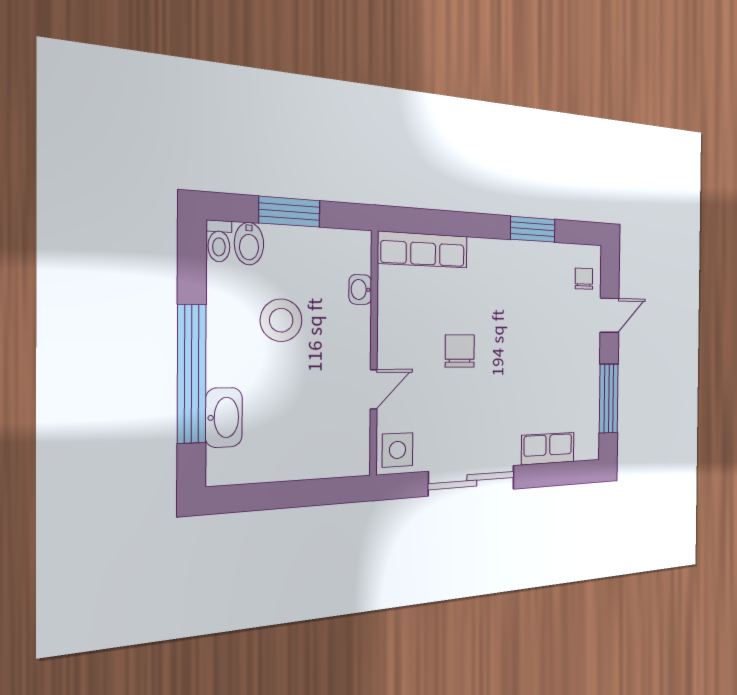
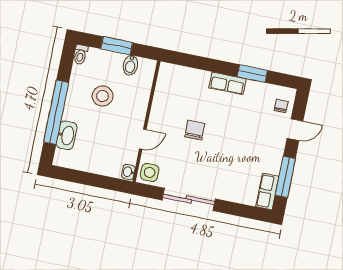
bidet: (249, 244) -> (130, 65), moved
row of seats: (423, 250) -> (227, 83), moved, width x0.68
washbasin: (360, 290) -> (128, 172), moved
row of seats: (548, 449) -> (267, 191), moved, turned -90

